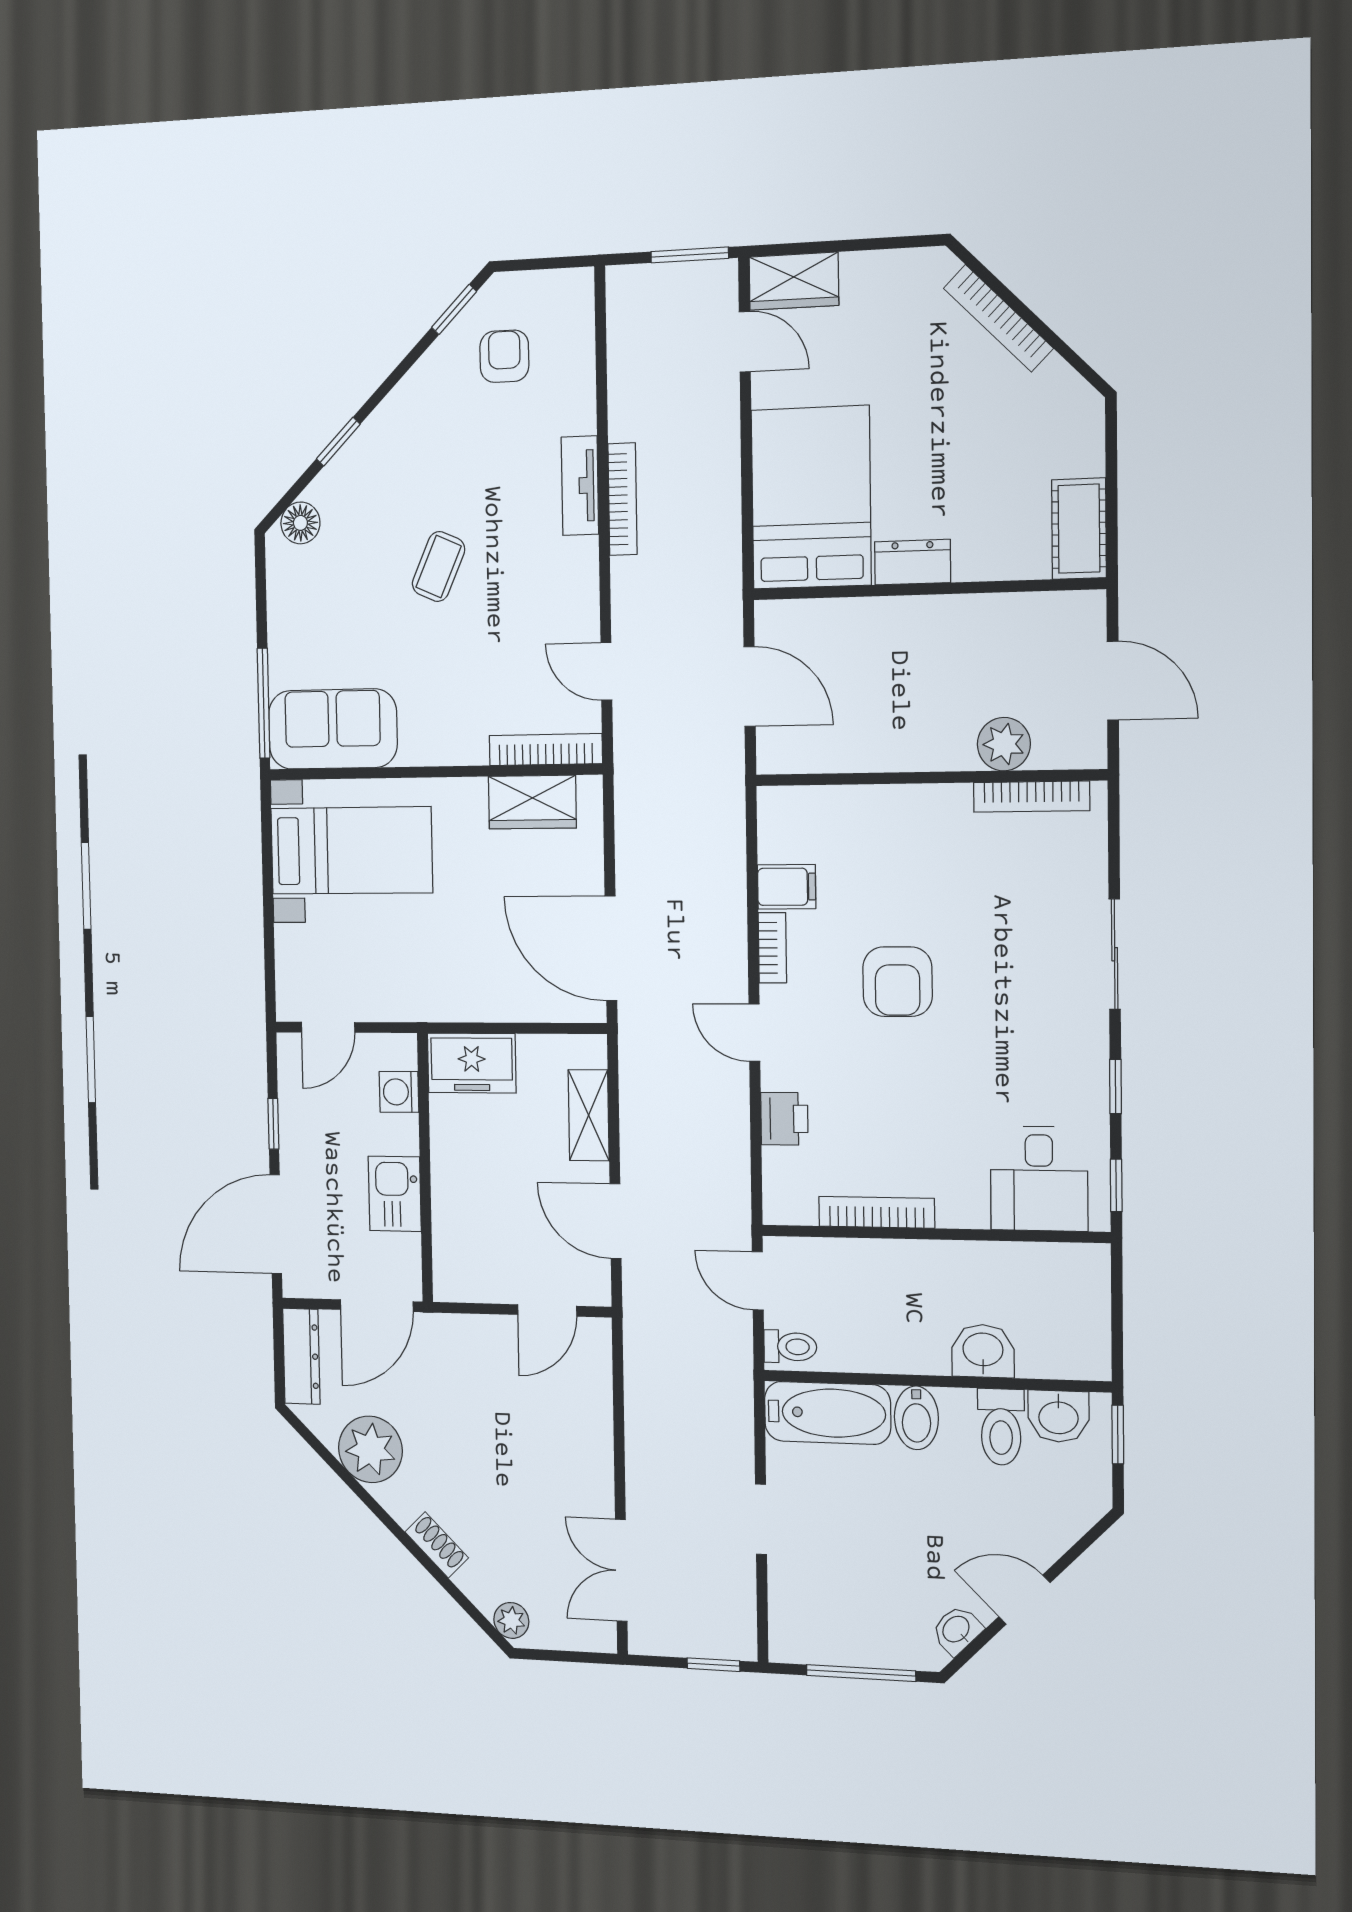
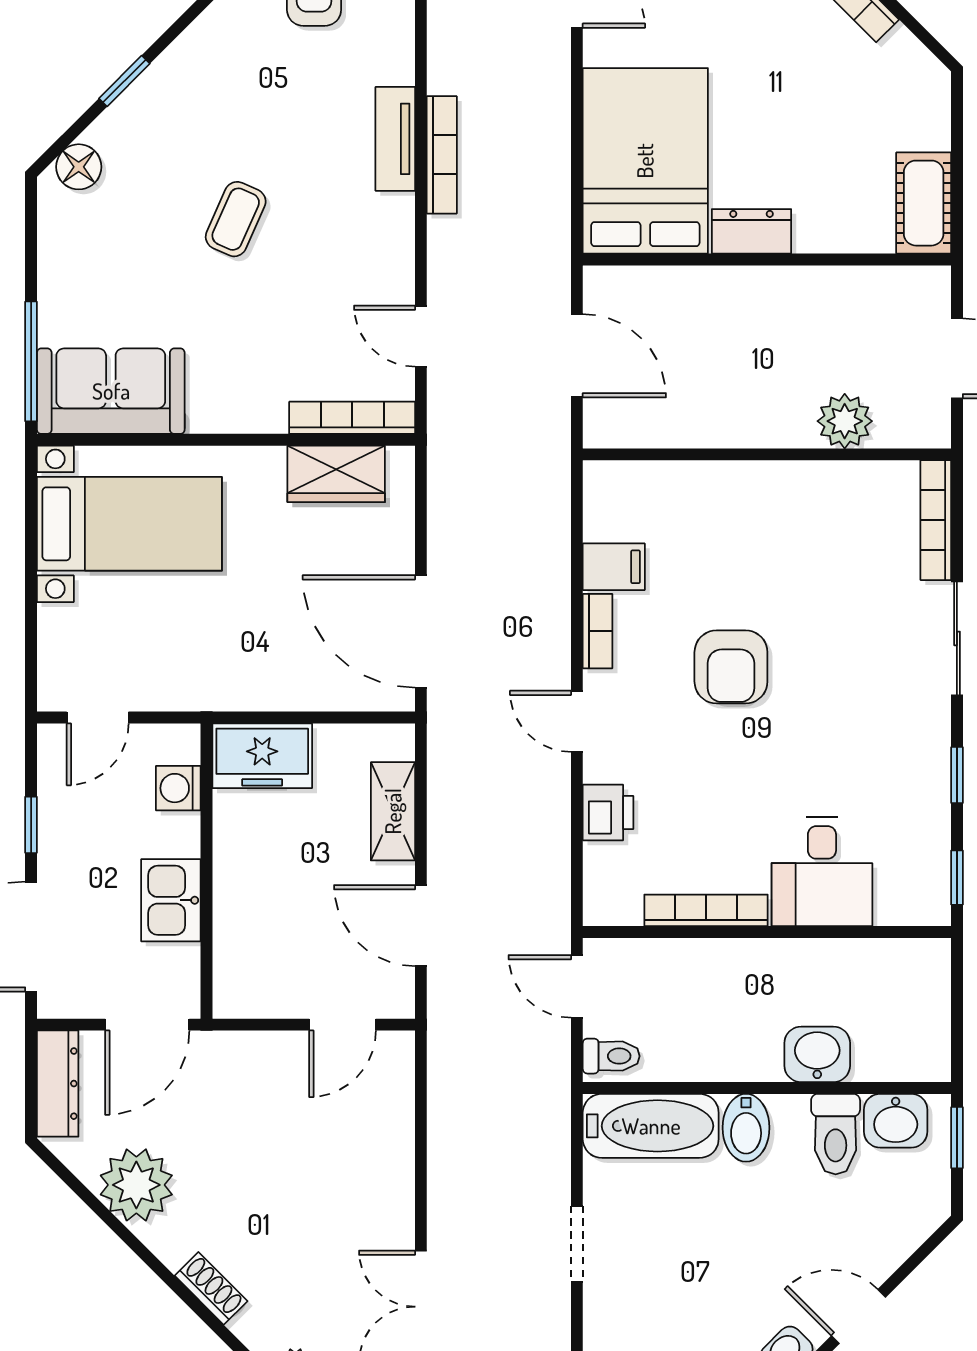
bookcase: (1031, 797) -> (936, 520), moved, turned 90
desk: (1039, 1179) -> (822, 872), moved

